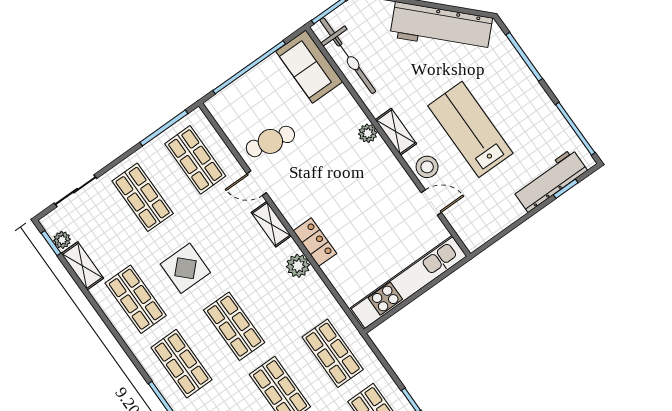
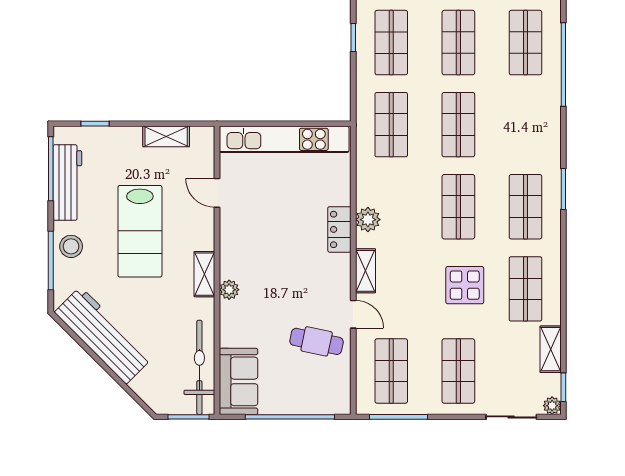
stool: (427, 167) -> (71, 246), moved
workbench: (550, 180) -> (67, 183), moved, turned -90
shelving: (503, 218) -> (166, 136), added
plant: (62, 240) -> (552, 406), moved

